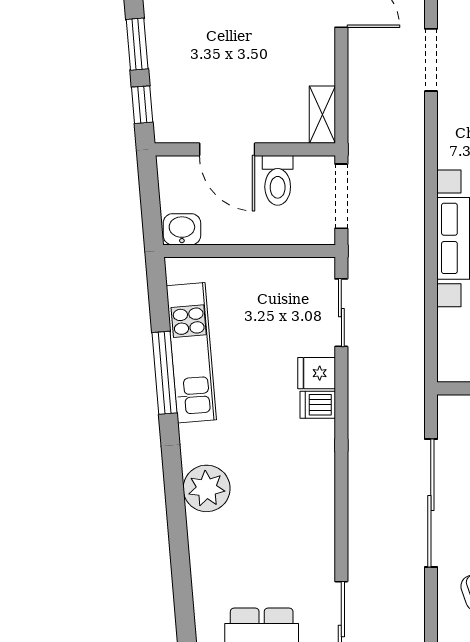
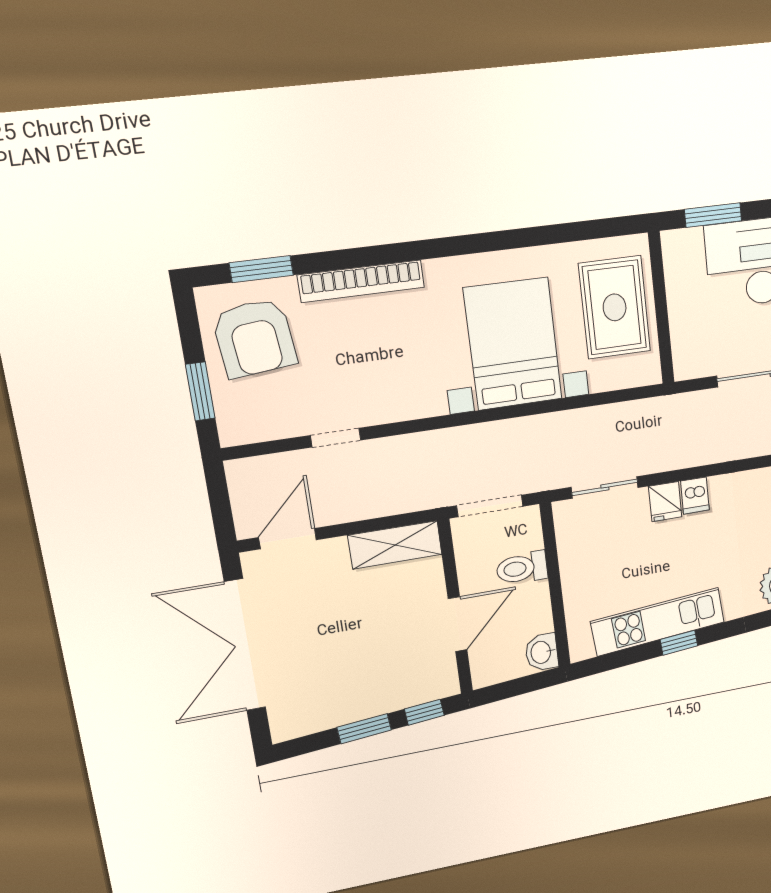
doorway: (431, 60) -> (336, 438), width x0.73
shelving: (322, 115) -> (395, 545), width x1.50, depth x1.33
toilet: (278, 180) -> (522, 568), moved, turned 180
window: (164, 373) -> (679, 643), width x0.46

